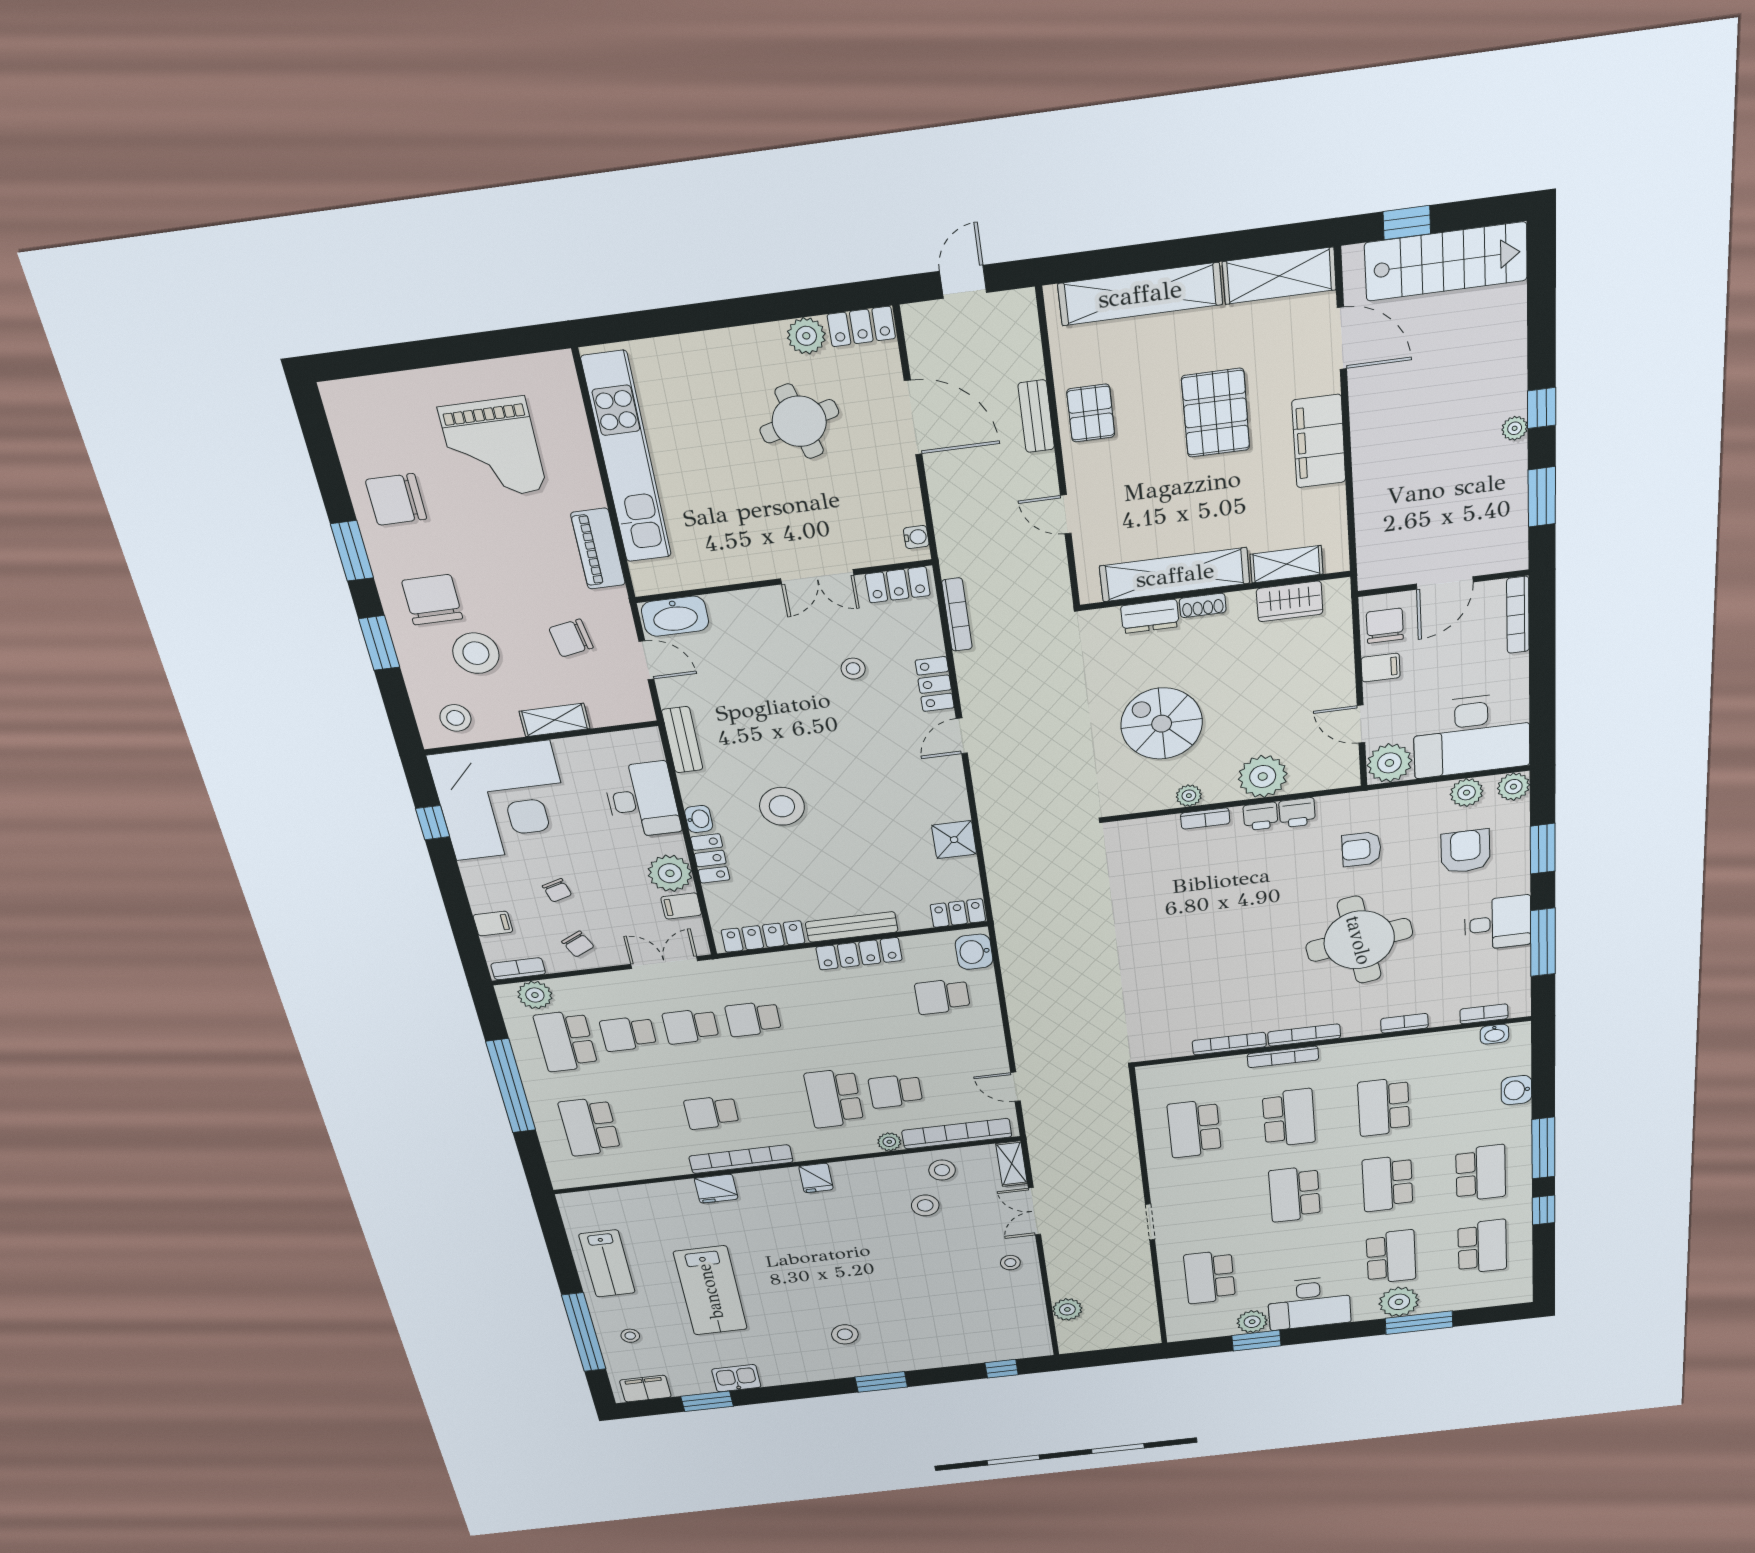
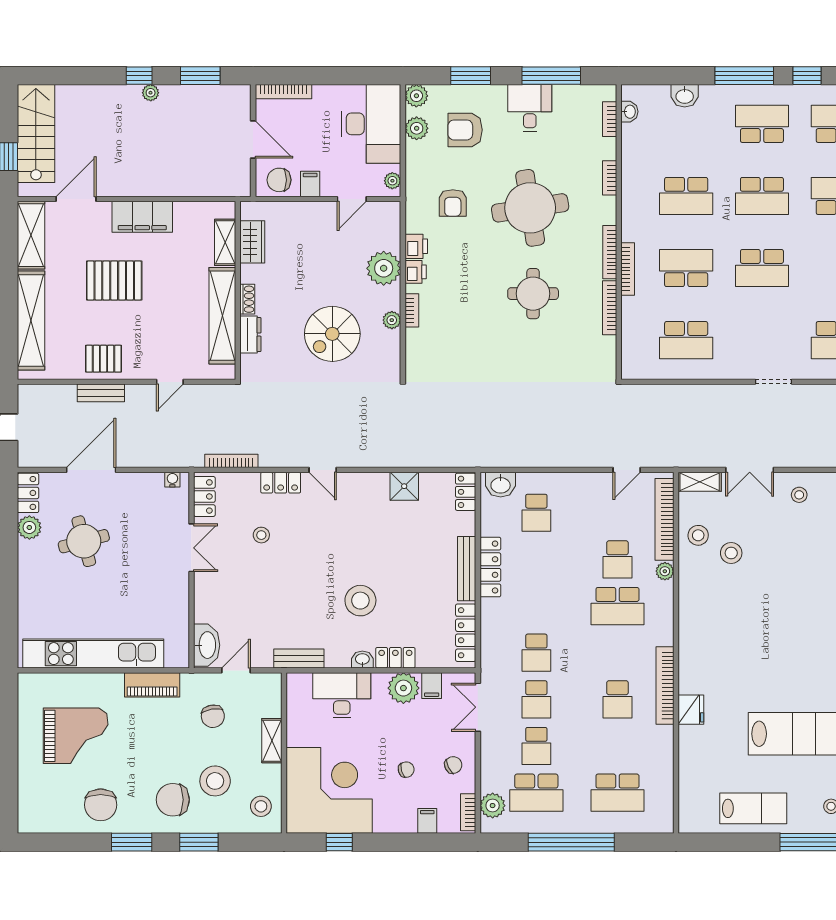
plant: (1389, 763) -> (392, 181), width x0.53, depth x0.53
round table: (1241, 957) -> (533, 294), added
fridge: (816, 1178) -> (692, 632), removed

